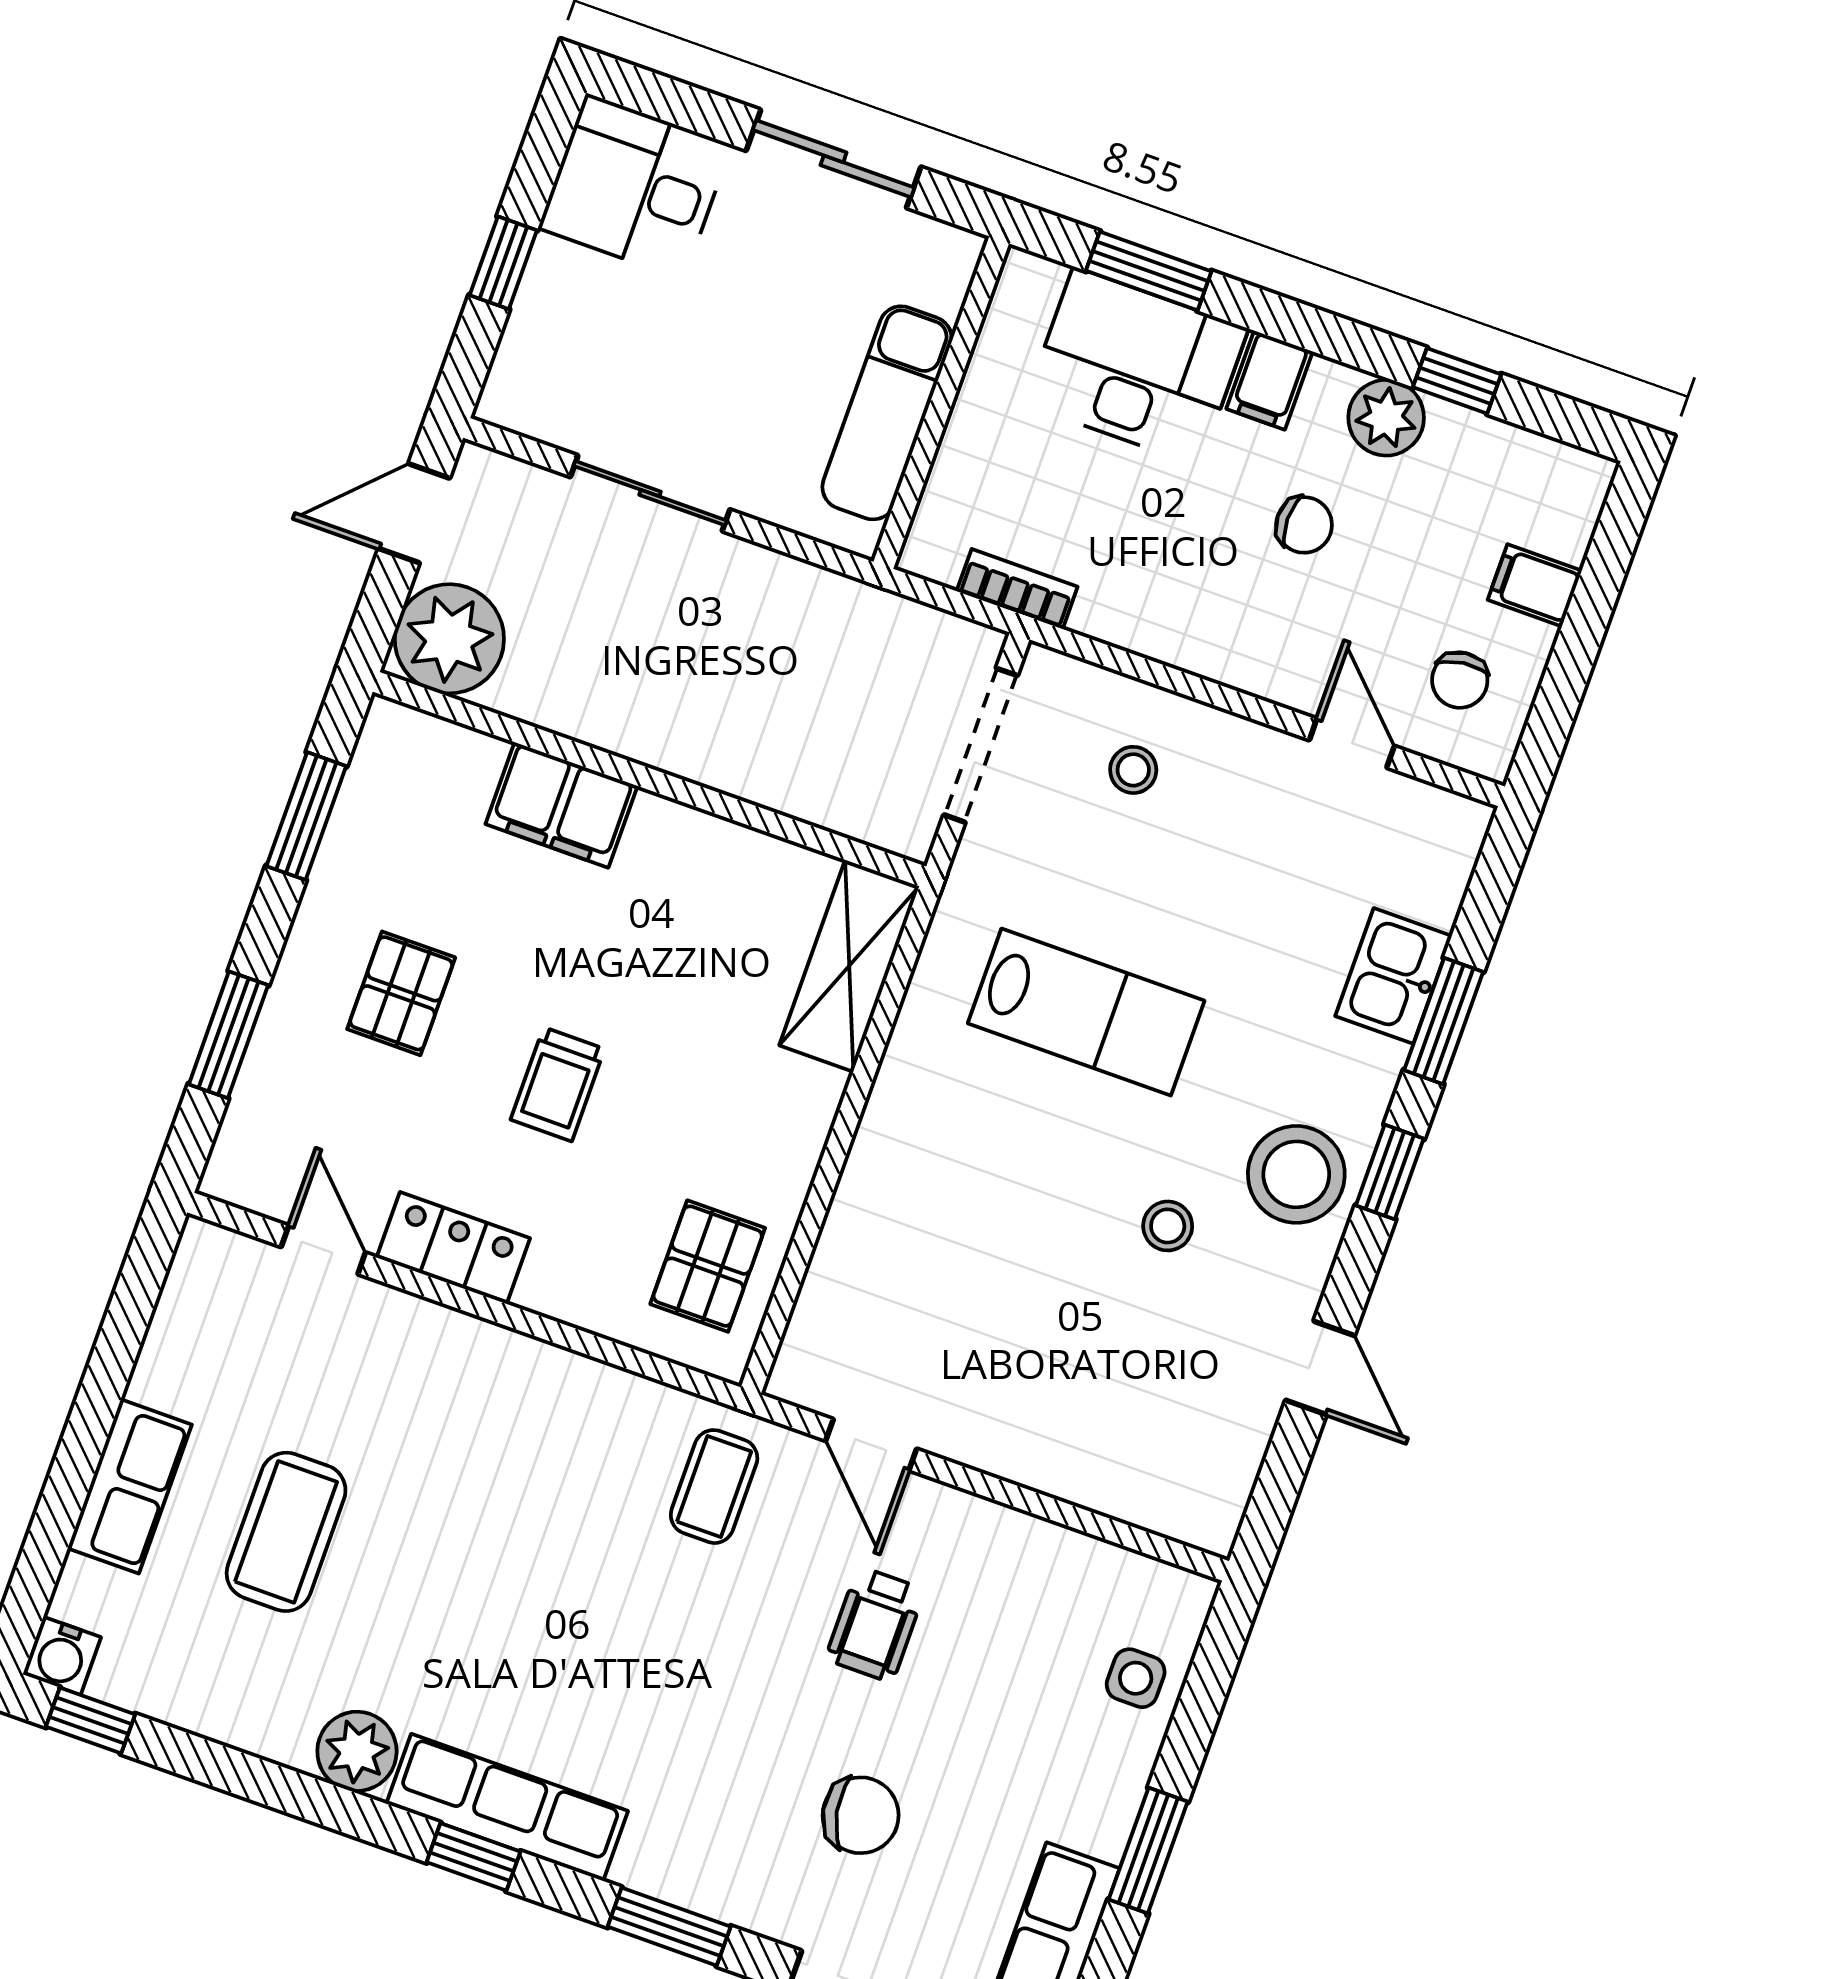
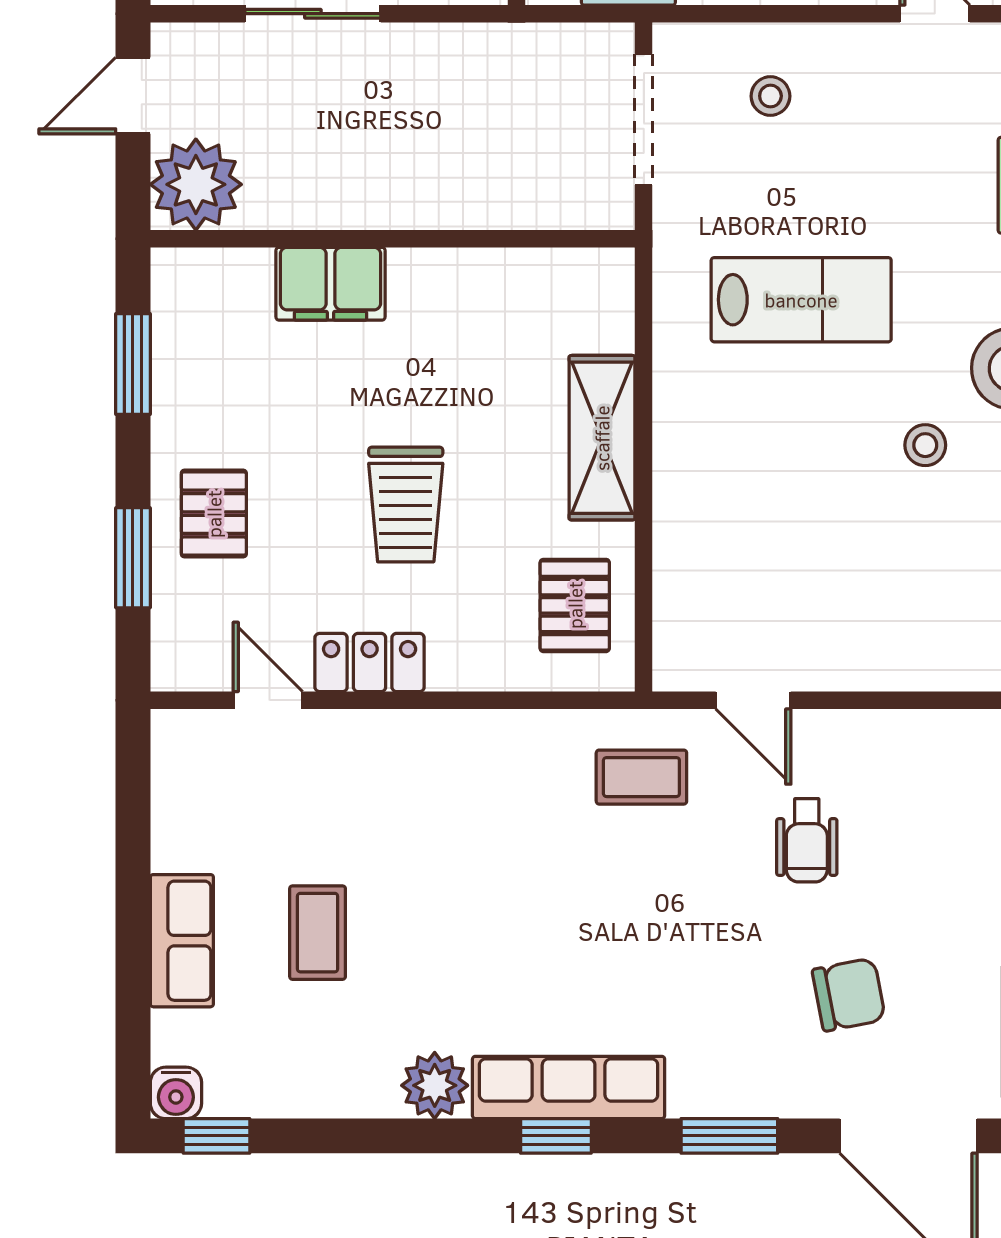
shelving: (849, 966) -> (602, 438), moved
pallet: (401, 993) -> (214, 514), moved
trolley: (558, 1084) -> (406, 504), width x1.36, depth x1.39
coffee table: (714, 1487) -> (641, 777), turned 90
coffee table: (286, 1532) -> (318, 933), width x0.73, depth x0.77

